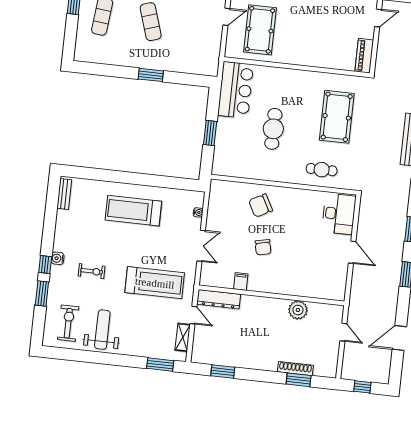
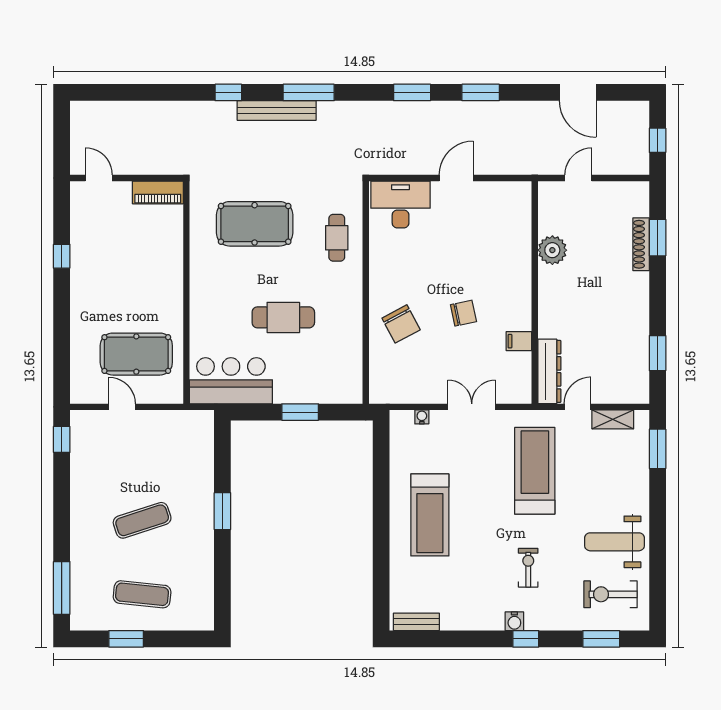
window: (42, 294) -> (601, 639), moved

